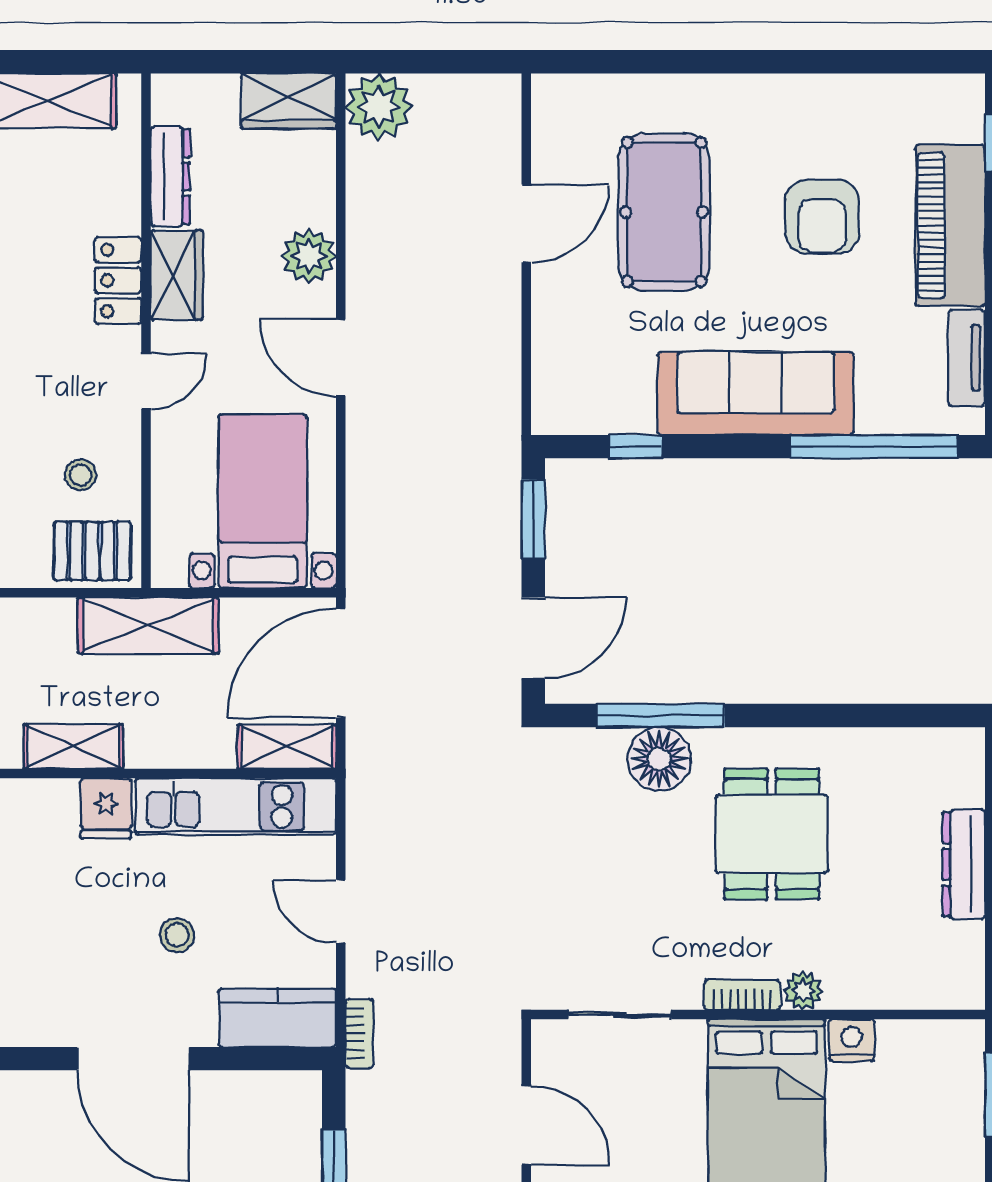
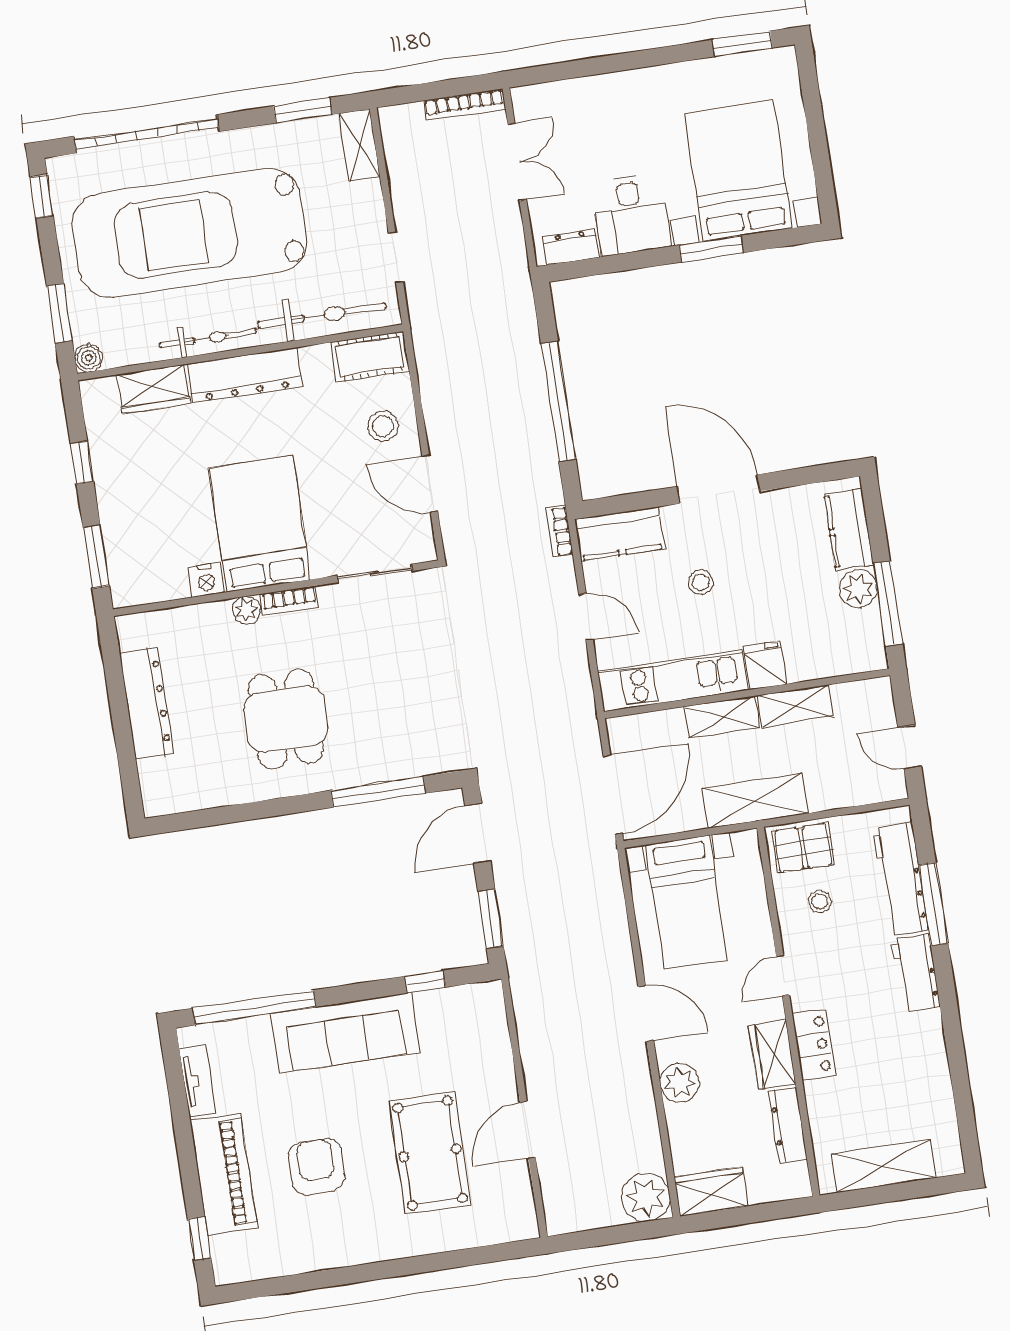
shelving: (287, 747) -> (722, 717), moved
floor lamp: (659, 759) -> (374, 761), removed
dresser: (964, 864) -> (146, 703), width x1.37, depth x1.24

